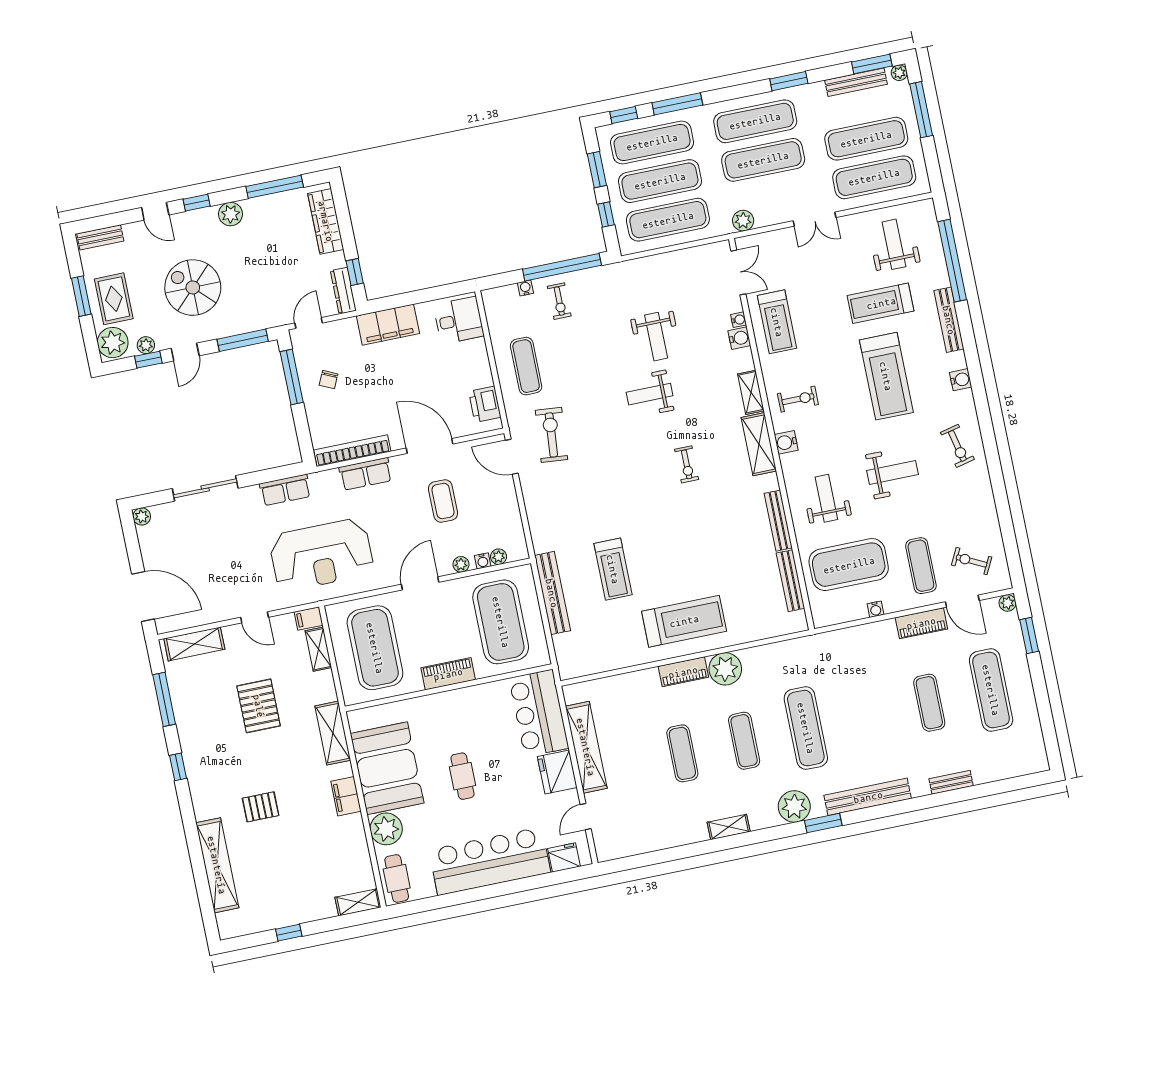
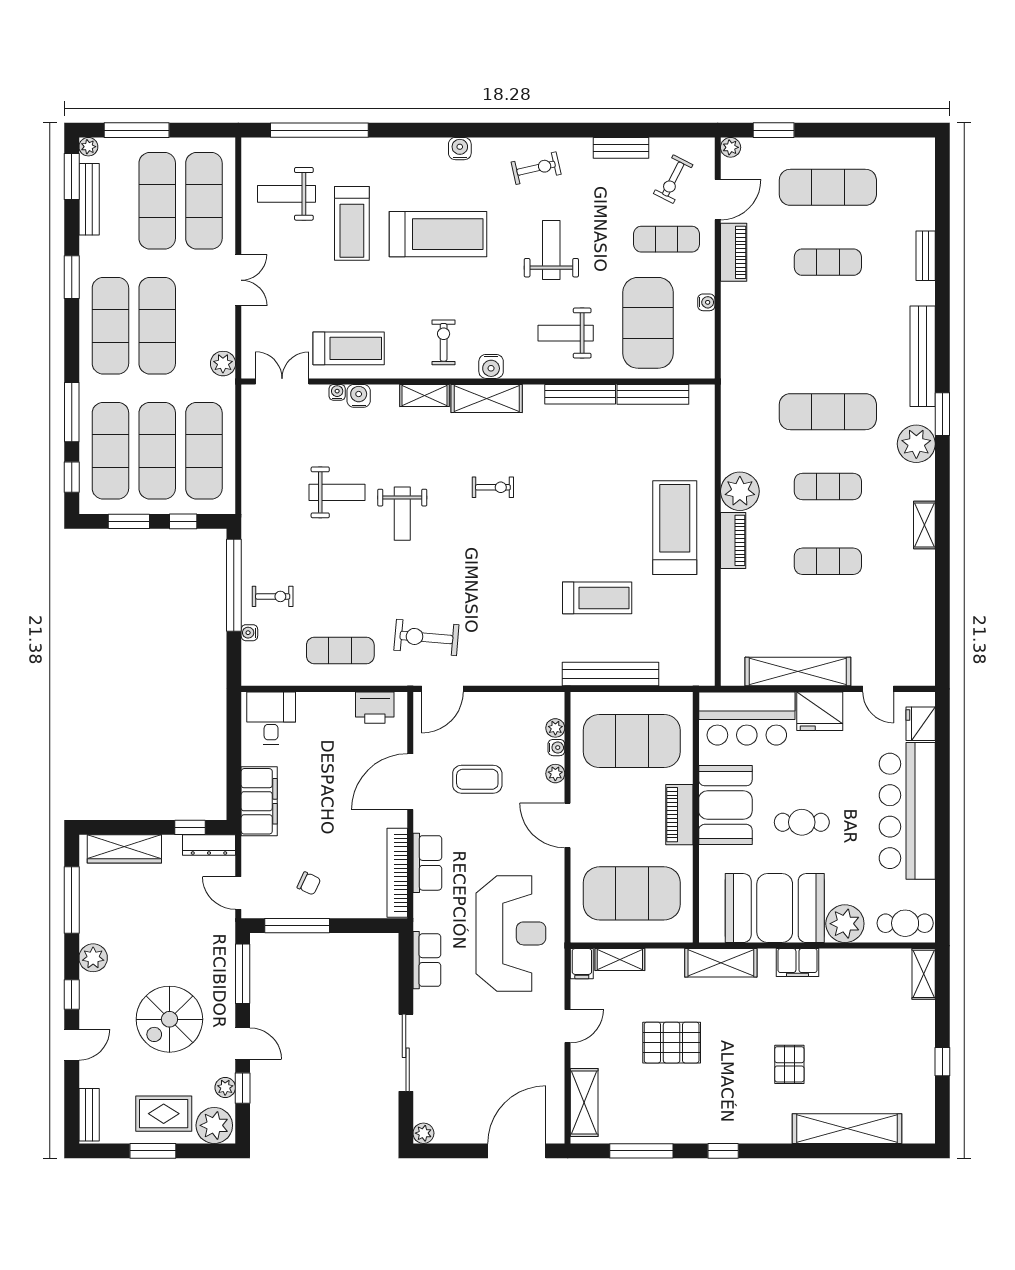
bench: (949, 320) -> (621, 148), moved, width x0.73
booth: (464, 710) -> (725, 805), added

